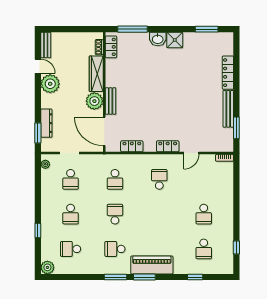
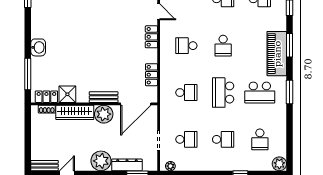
shower: (175, 40) -> (67, 94), moved
plant: (50, 84) -> (101, 161), moved
school desk: (115, 214) -> (223, 93), width x1.85
school desk: (159, 214) -> (223, 46), added
school desk: (115, 249) -> (260, 93), width x1.85
window: (144, 277) -> (289, 45), moved

